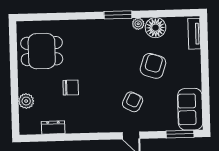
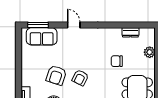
armchair: (133, 102) -> (80, 78), moved
sofa: (190, 109) -> (42, 36), moved, turned 90

